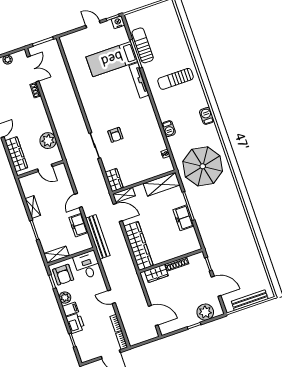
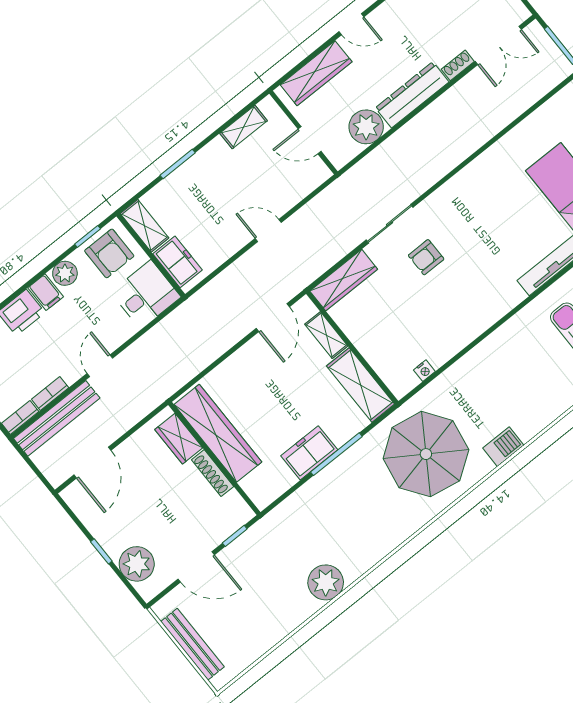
dresser: (41, 115) -> (412, 95), added
barbecue: (207, 116) -> (503, 447), moved
barbecue: (169, 129) -> (477, 359), removed
door: (45, 168) -> (310, 140), hinge flipped
wardrobe: (114, 180) -> (344, 280), width x1.50
shelving: (124, 195) -> (326, 335), moved
shelving: (33, 207) -> (244, 127), moved
freezer: (79, 225) -> (178, 262), moved, turned 90
plant: (244, 231) -> (326, 582), added
bench: (98, 237) -> (57, 418), moved
wardrobe: (139, 246) -> (218, 433), moved, turned -90
armchair: (63, 275) -> (109, 253), turned -90
door: (216, 286) -> (196, 567), hinge flipped

